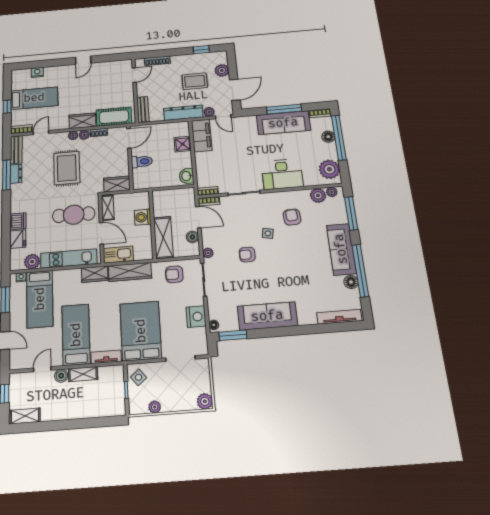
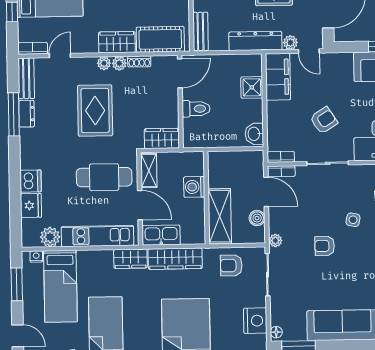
armchair: (238, 163) -> (324, 120), added

